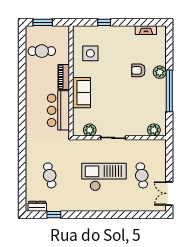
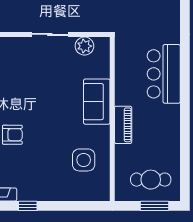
window: (104, 22) -> (28, 206), moved
cafe table: (42, 51) -> (151, 180), moved
bar counter: (58, 110) -> (164, 74), moved, turned 180

